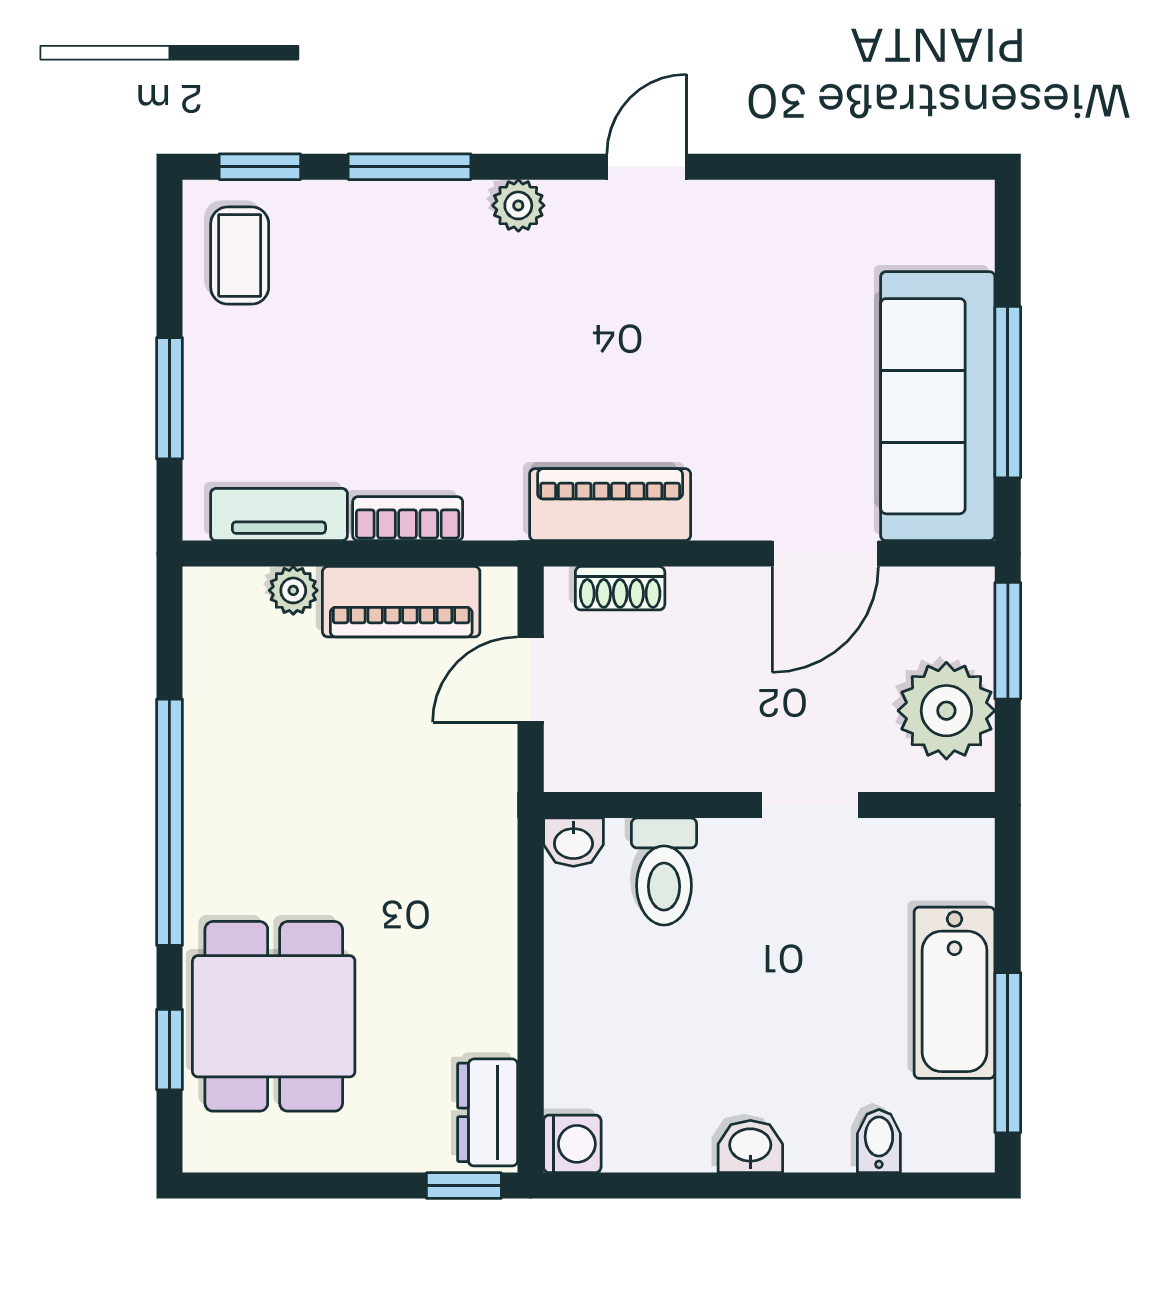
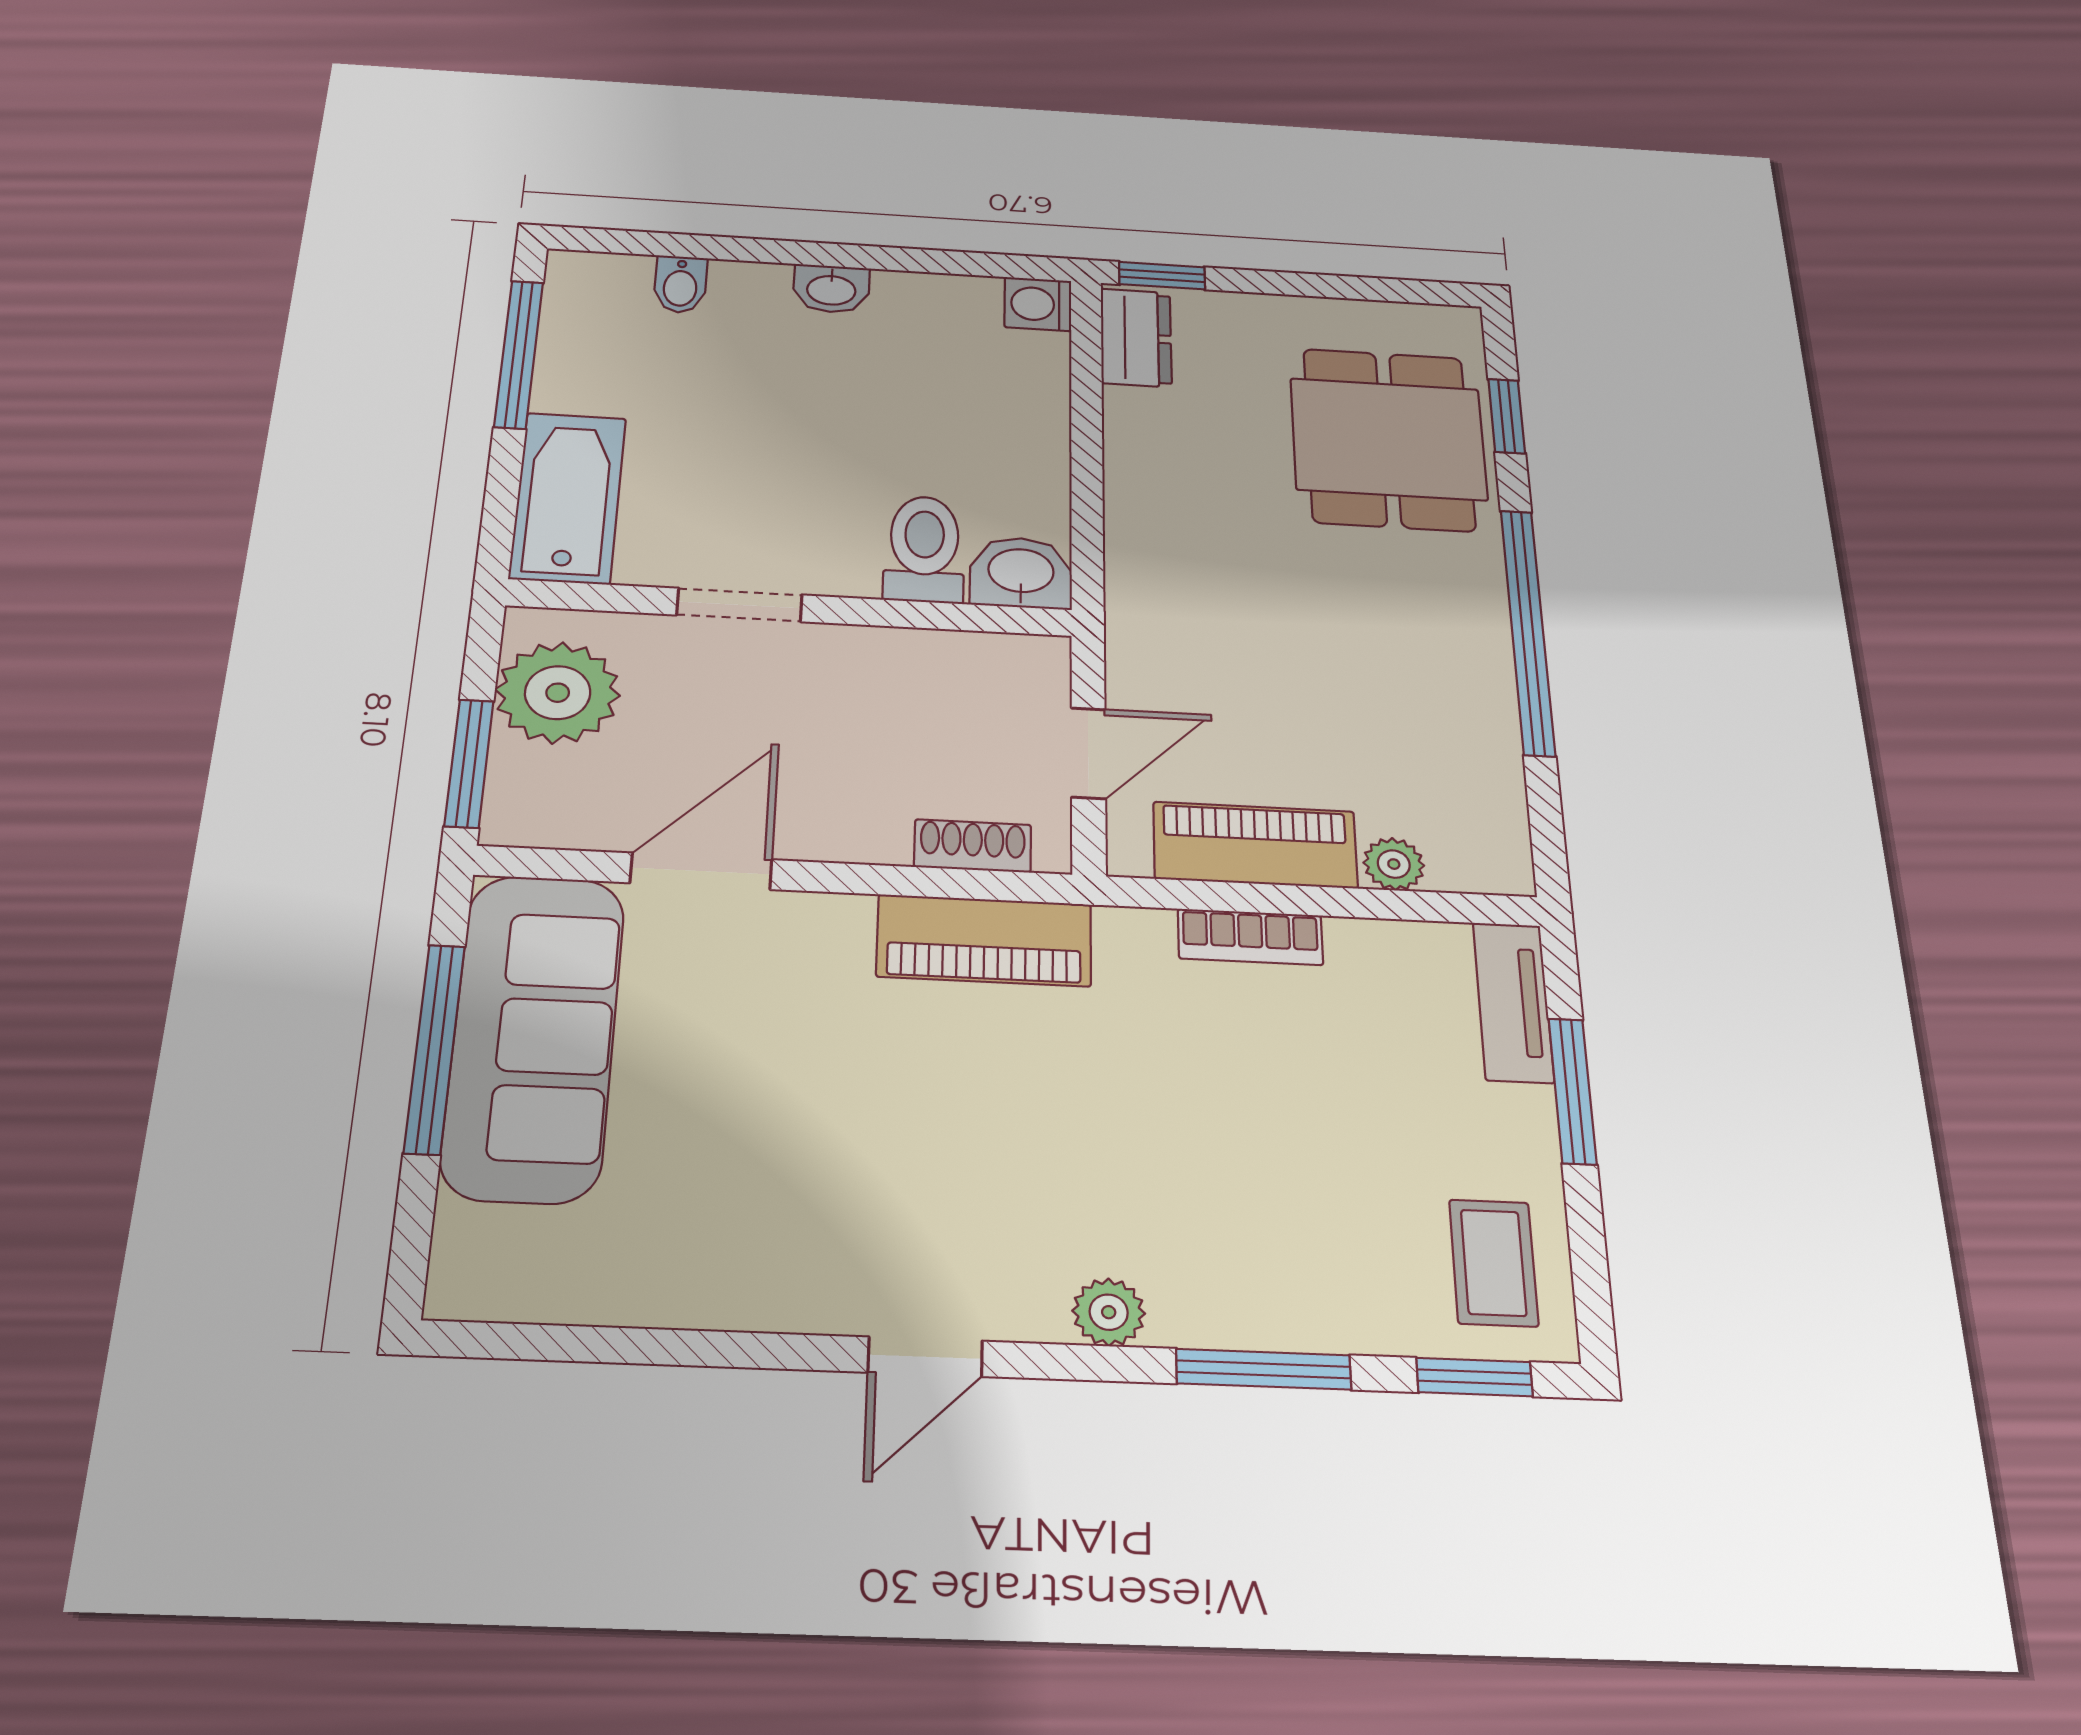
tv unit: (279, 515) -> (1513, 1002), moved, turned 90
washbasin: (573, 842) -> (1021, 573), width x1.38, depth x1.45
bathtub: (954, 993) -> (568, 498), moved

